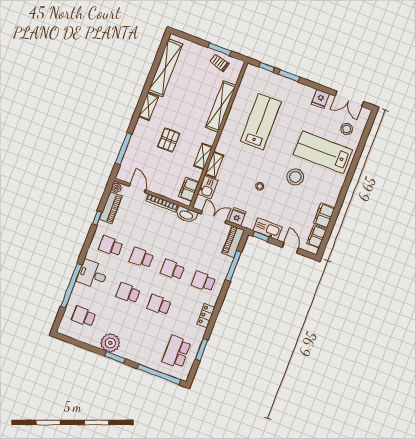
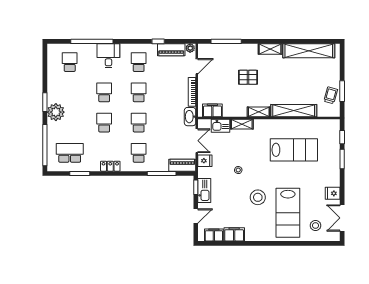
lab bench: (323, 152) -> (288, 213), turned 180
shelving: (203, 156) -> (259, 112), moved
plant: (110, 343) -> (56, 112), moved

